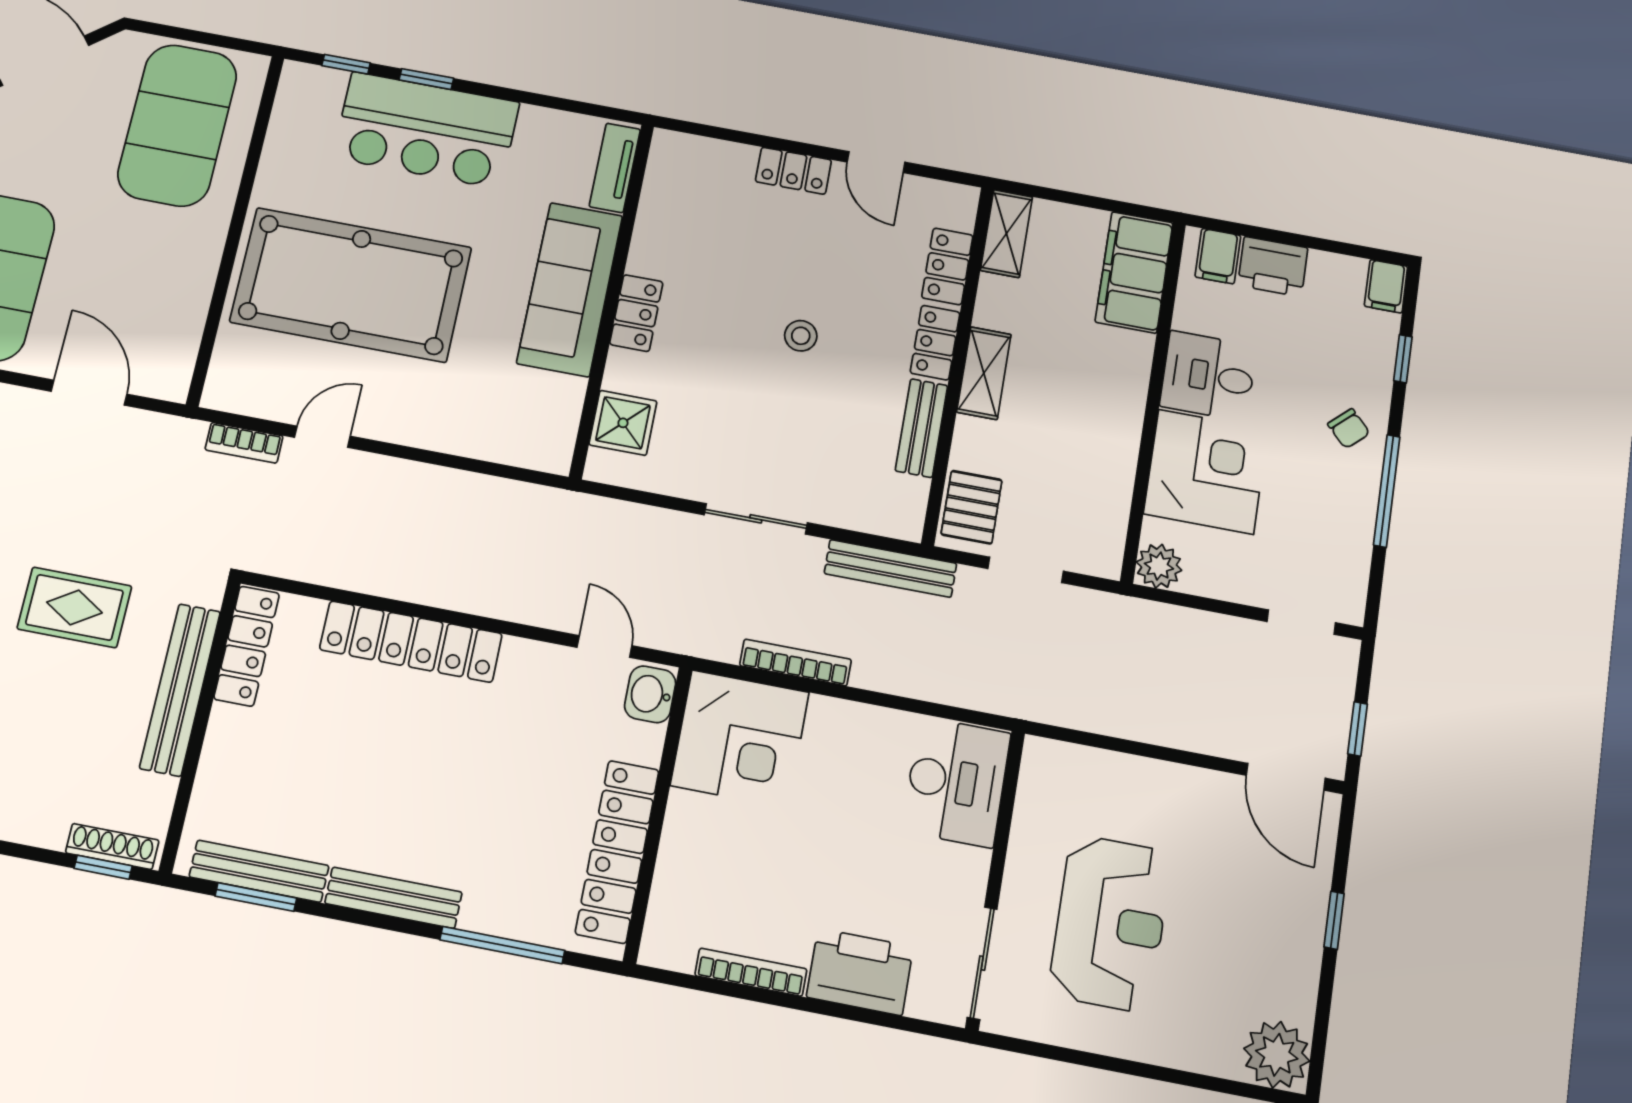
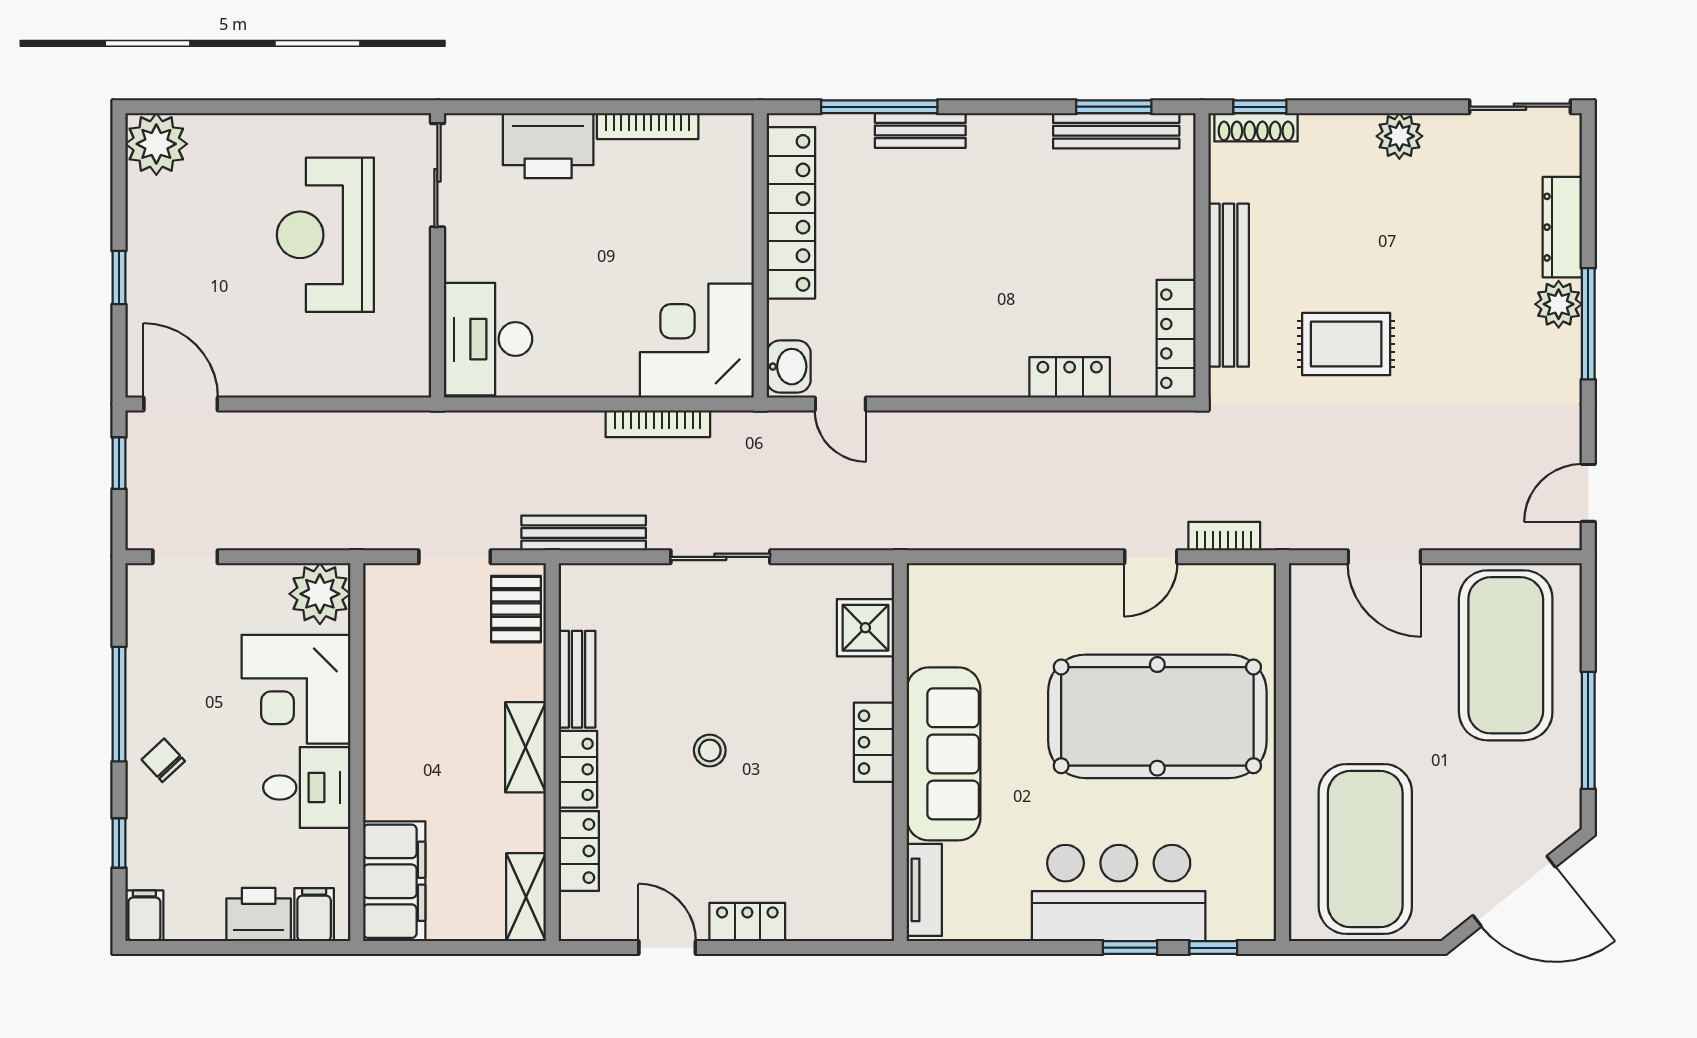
plant: (1159, 566) -> (320, 594), width x1.36, depth x1.36
locker: (411, 642) -> (1070, 377), width x0.46, depth x0.83
bench: (393, 898) -> (920, 130), moved, width x0.73

